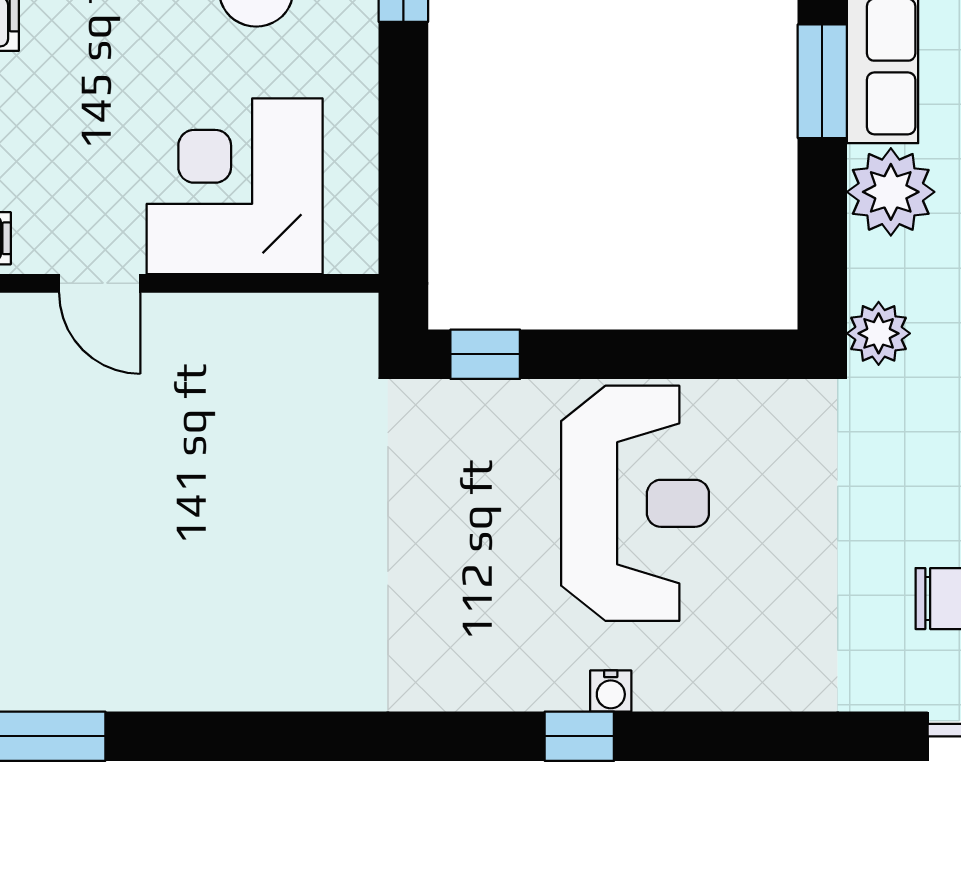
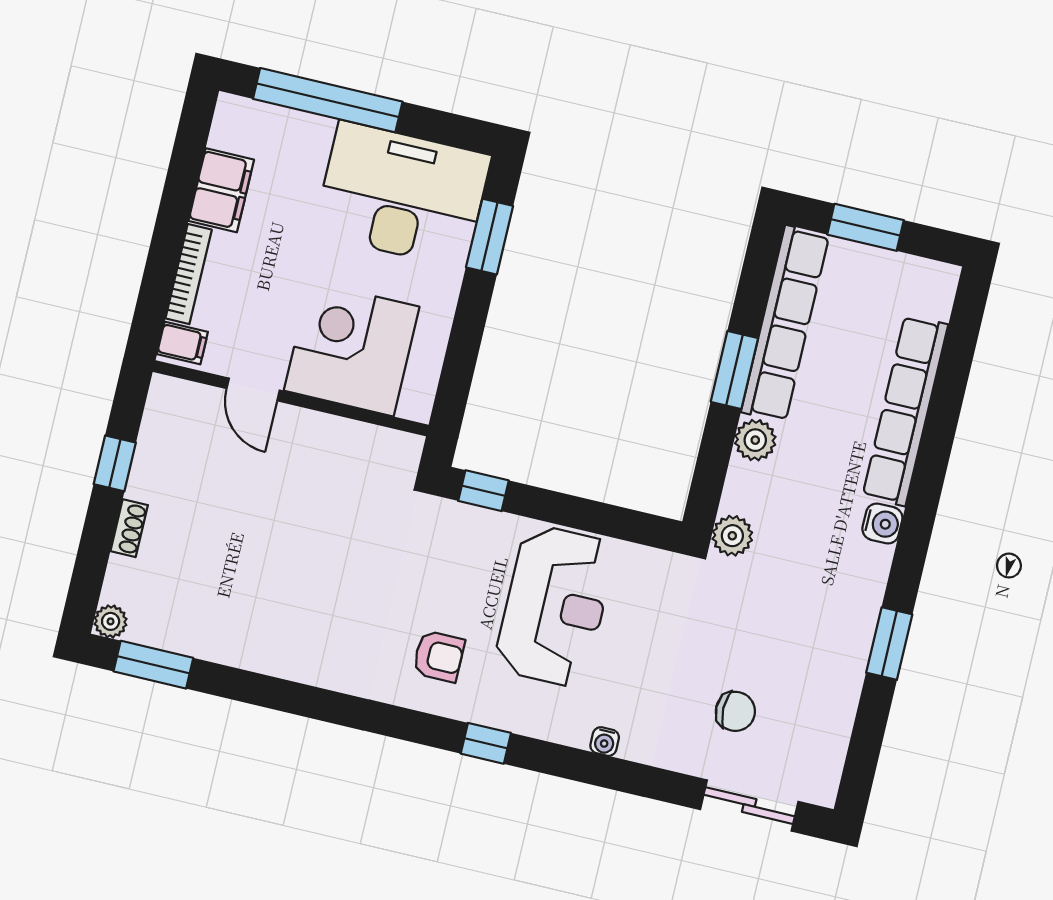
plant: (891, 192) -> (755, 440), width x0.73, depth x0.73
armchair: (477, 621) -> (439, 656), added
water cooler: (611, 691) -> (605, 742), moved

